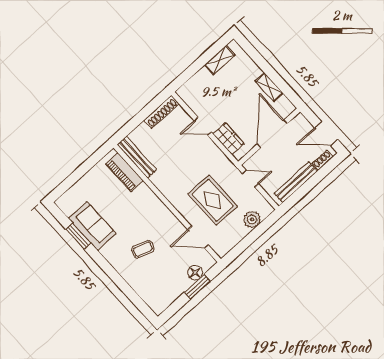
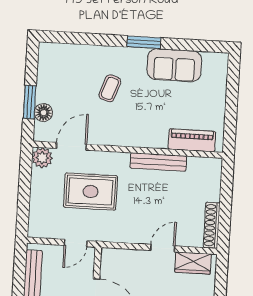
wardrobe: (228, 139) -> (193, 263), moved
bench: (137, 157) -> (158, 162), moved
plant: (252, 219) -> (42, 158), moved
window: (78, 236) -> (144, 42), moved

